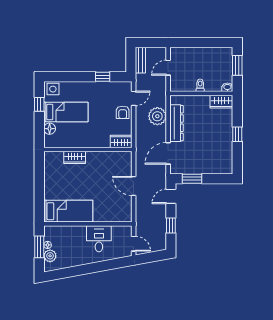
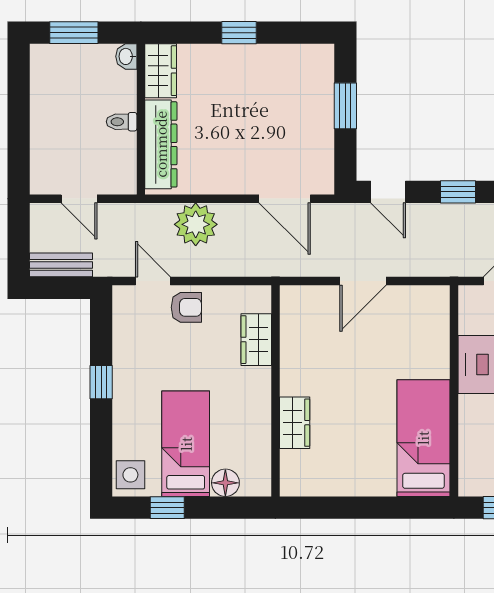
window: (103, 77) -> (101, 382), moved
dresser: (176, 123) -> (161, 144), moved, turned 90
wardrobe: (121, 141) -> (256, 340), moved
window: (192, 179) -> (345, 106), moved

